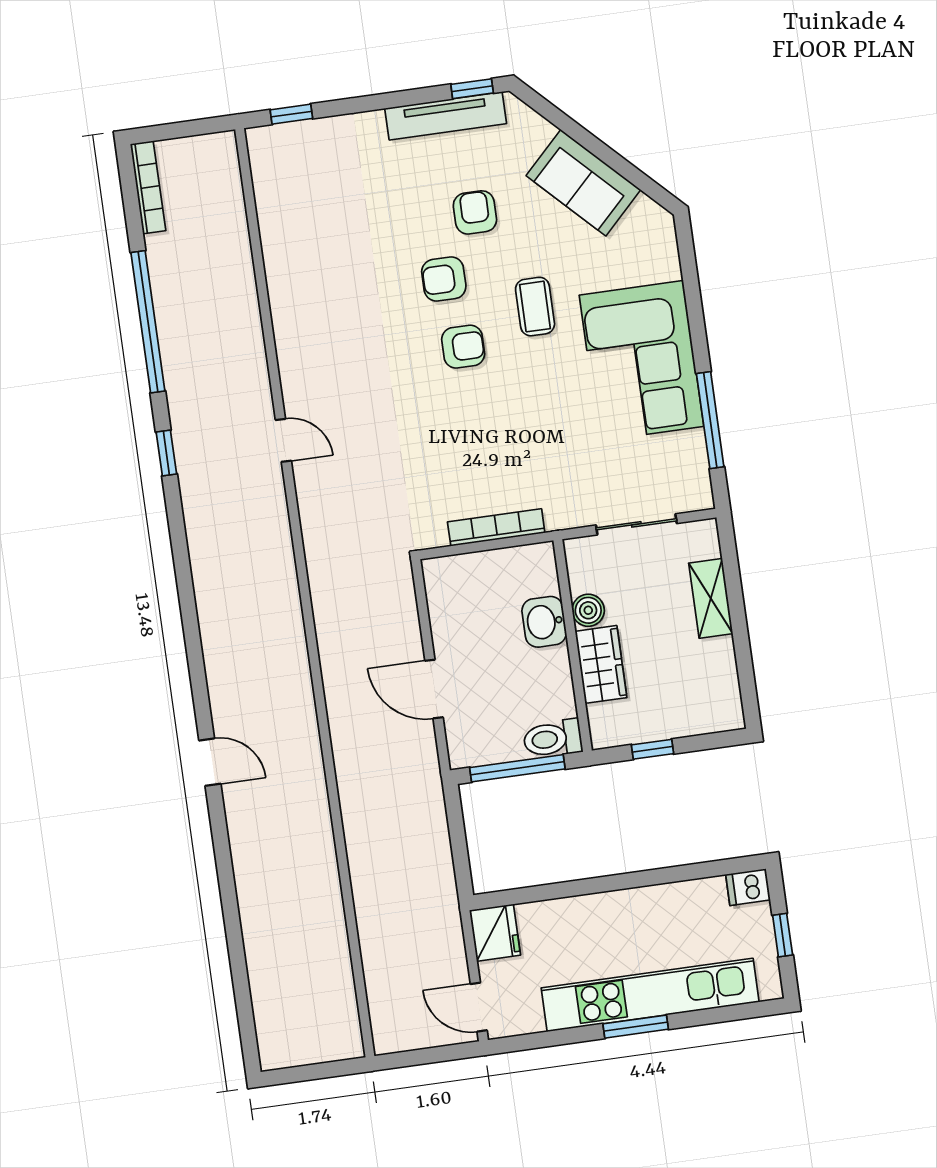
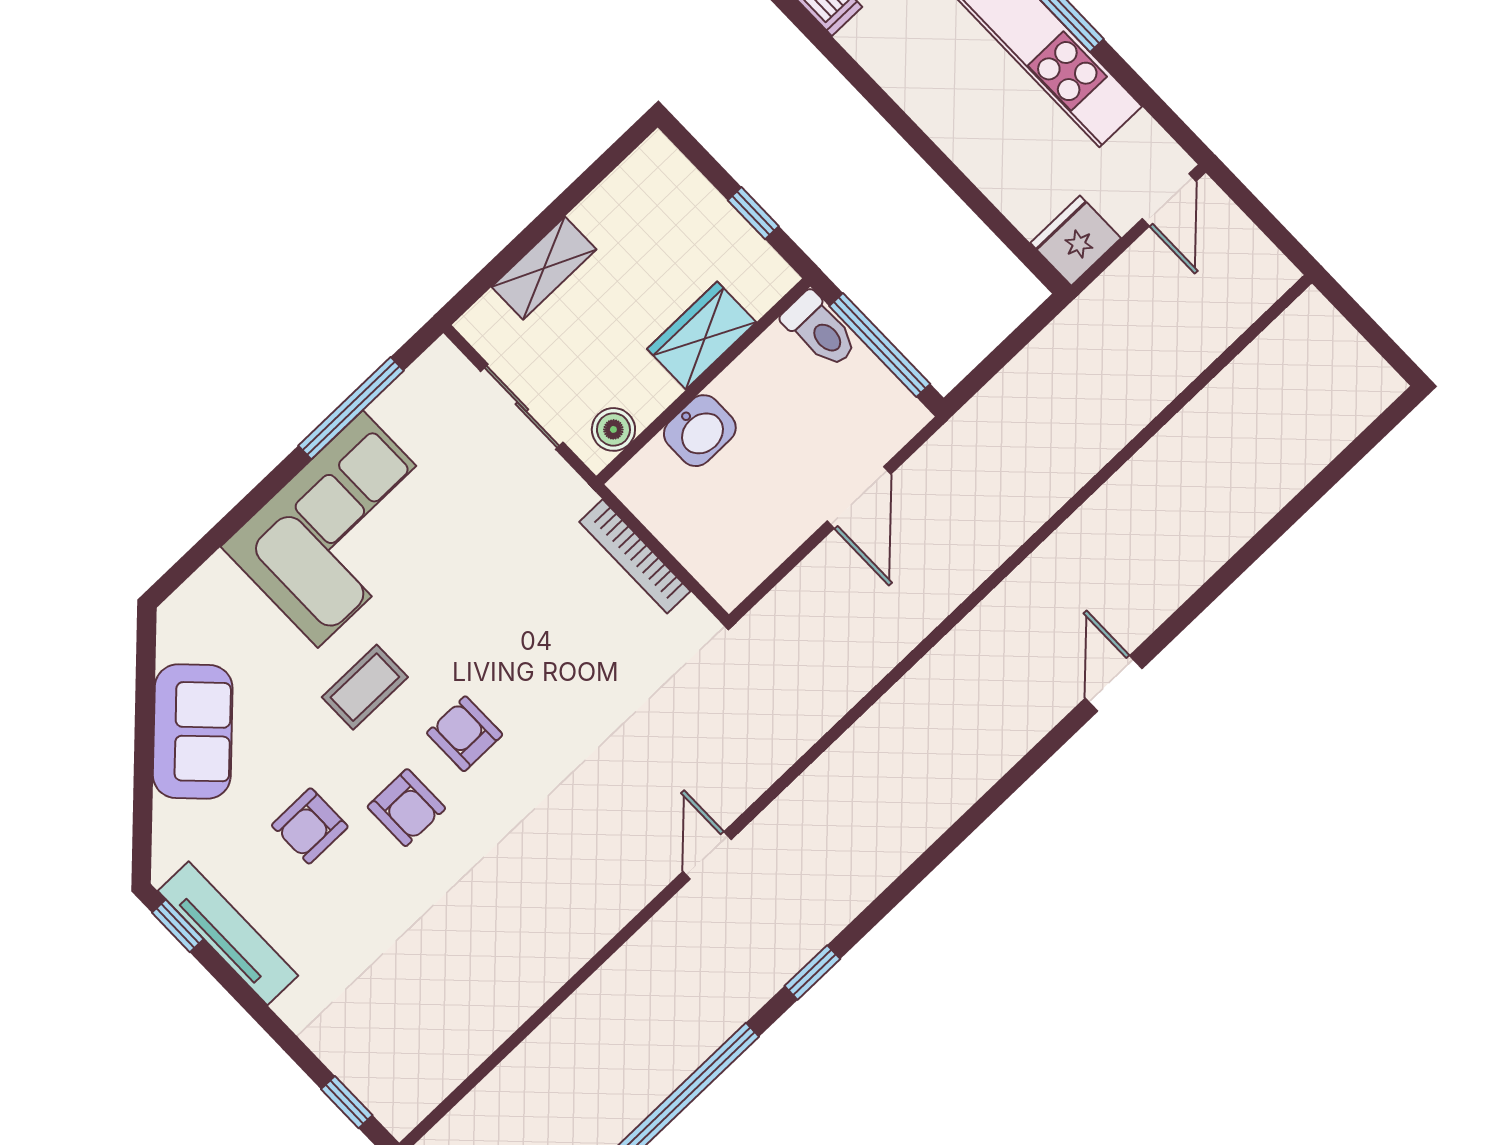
boiler: (588, 610) -> (613, 429), moved

